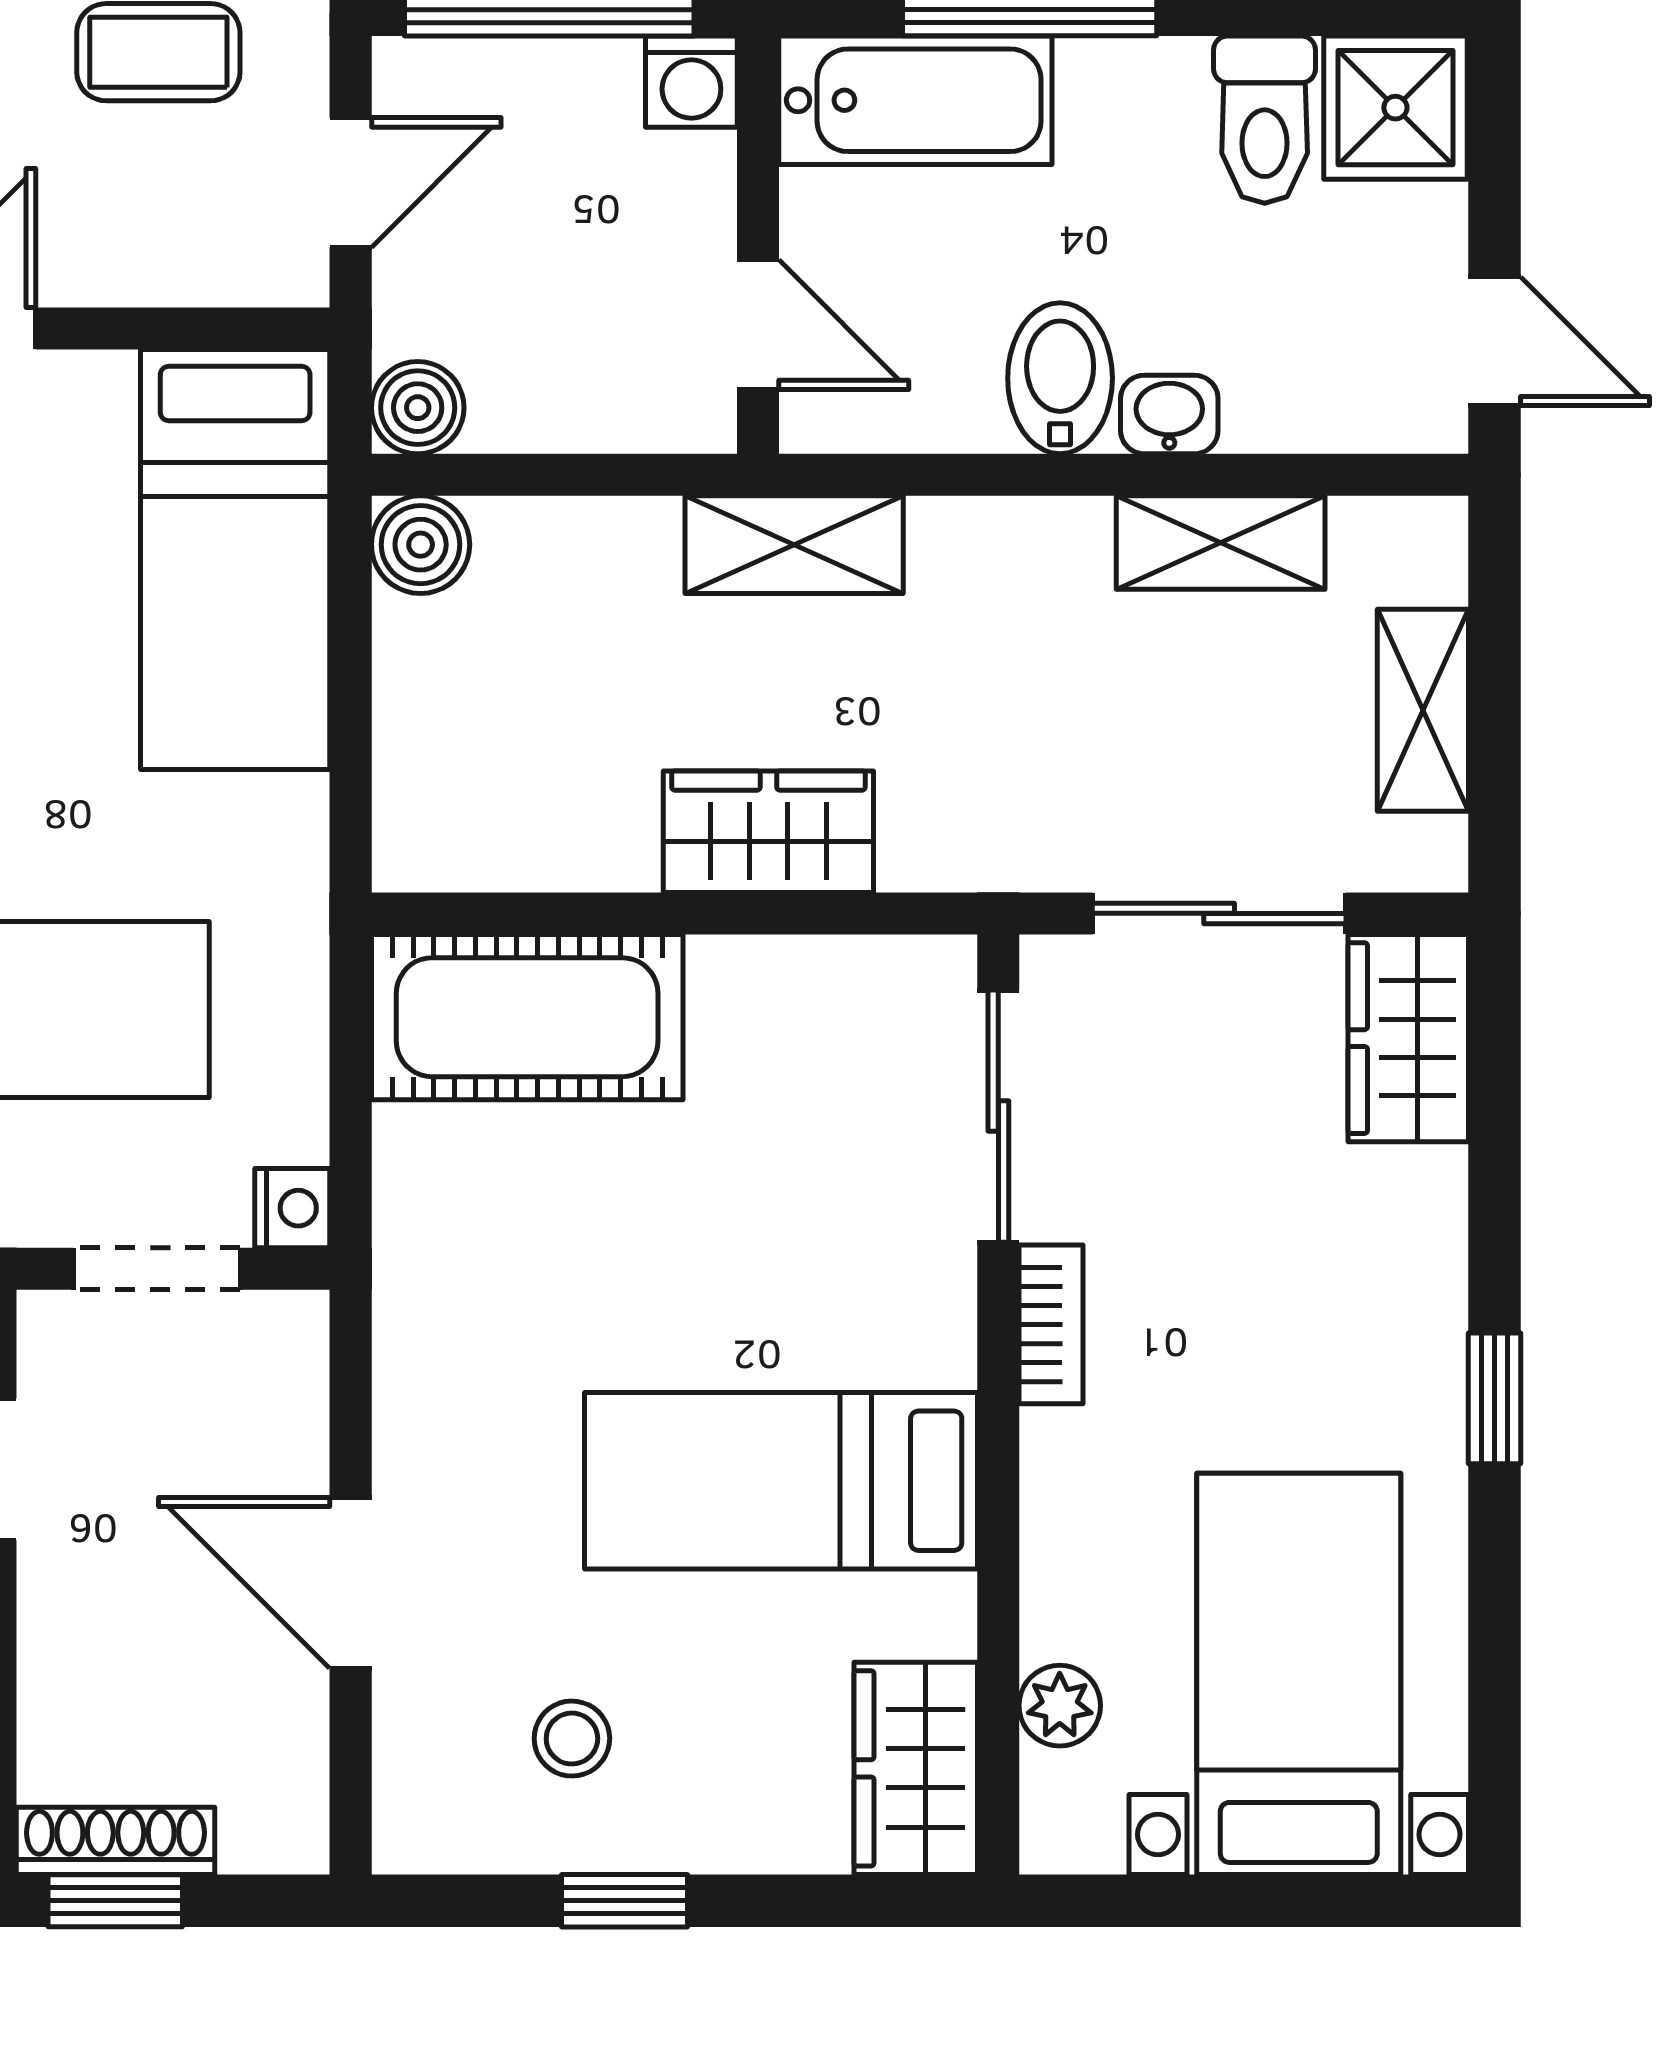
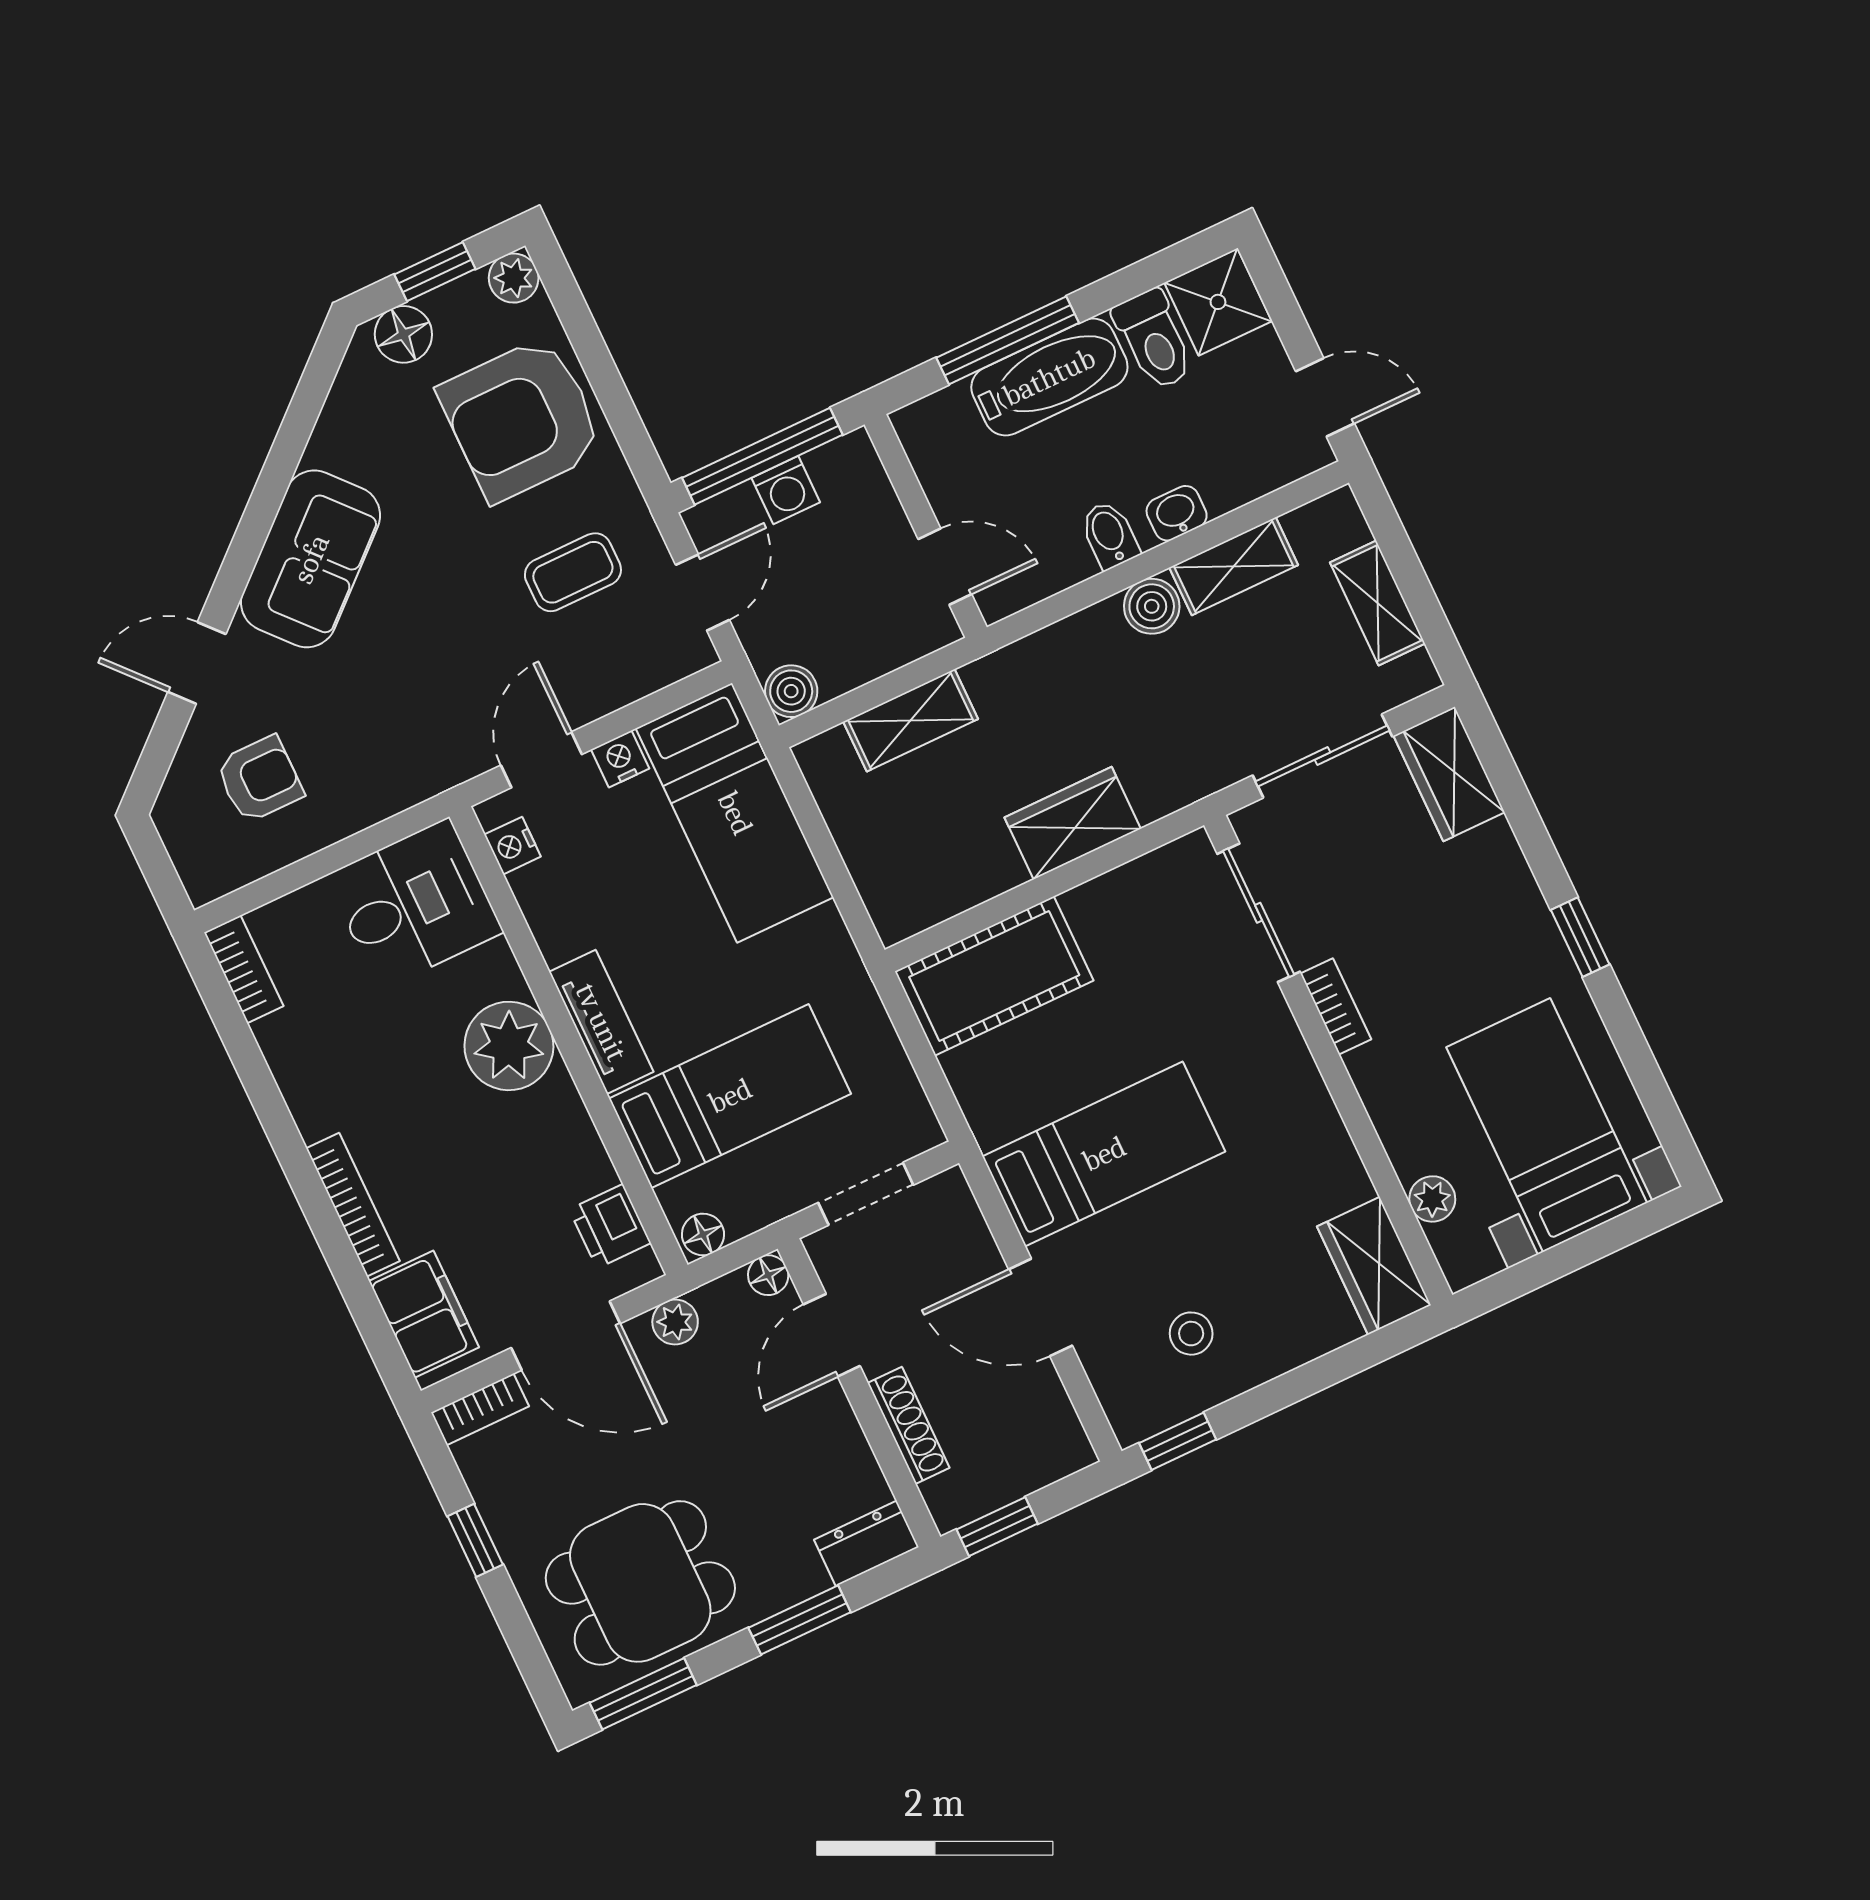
washing machine: (691, 82) -> (786, 490), moved
bathtub: (915, 100) -> (1049, 377), moved
bidet: (1060, 378) -> (1110, 535), width x0.72, depth x0.74
boiler: (421, 545) -> (1152, 606), moved
shelving: (794, 545) -> (911, 720), moved
nightstand: (292, 1208) -> (620, 759), moved, turned -90
bed: (781, 1481) -> (1104, 1154), moved, turned 180
shoe rack: (116, 1841) -> (909, 1425), moved, turned 90
window: (624, 1901) -> (1178, 1441), moved

